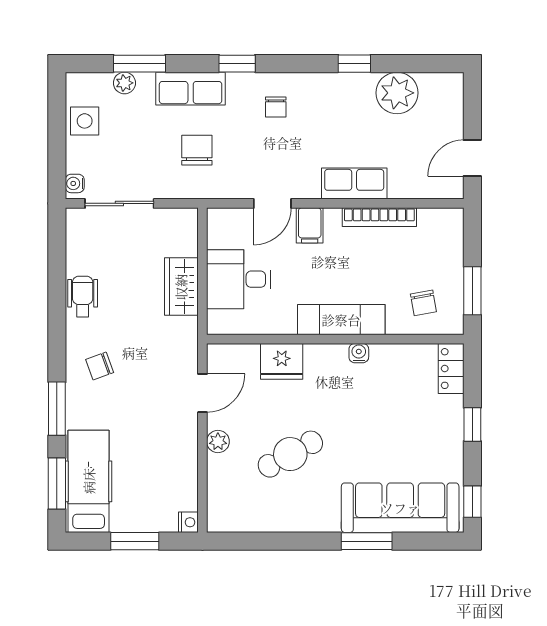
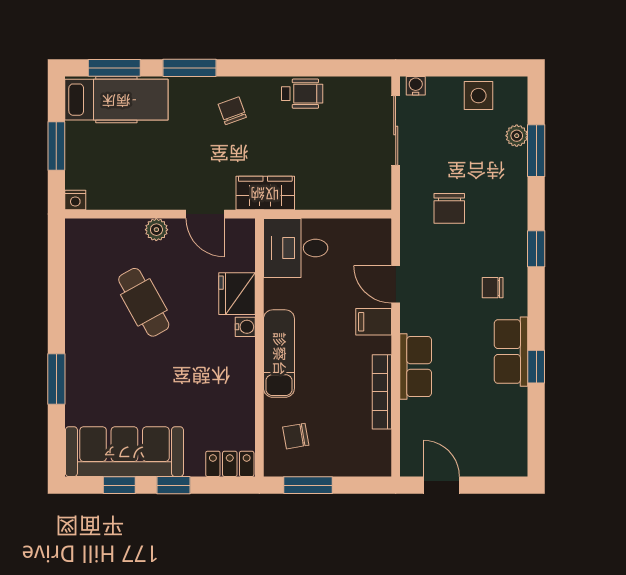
row of seats: (191, 89) -> (511, 352), moved
plant: (397, 93) -> (507, 410), removed
chair: (197, 150) -> (449, 208), turned 90
desk: (239, 279) -> (296, 248), moved, turned -90
wardrobe: (181, 287) -> (265, 193), moved
water cooler: (359, 353) -> (245, 327), moved
window: (472, 502) -> (119, 485), moved
sofa: (400, 508) -> (124, 452), moved, turned -90

